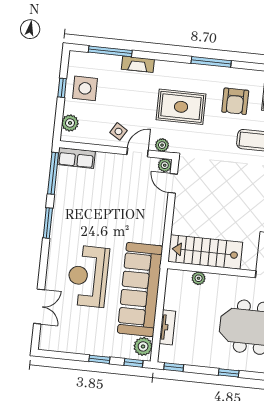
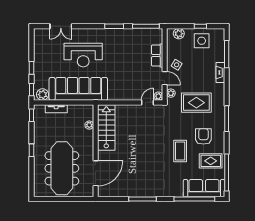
armchair: (235, 101) -> (203, 136), turned 90
rug: (181, 107) -> (196, 103), turned 90
row of seats: (76, 158) -> (157, 56), moved
reception desk: (88, 276) -> (83, 55), turned 180

